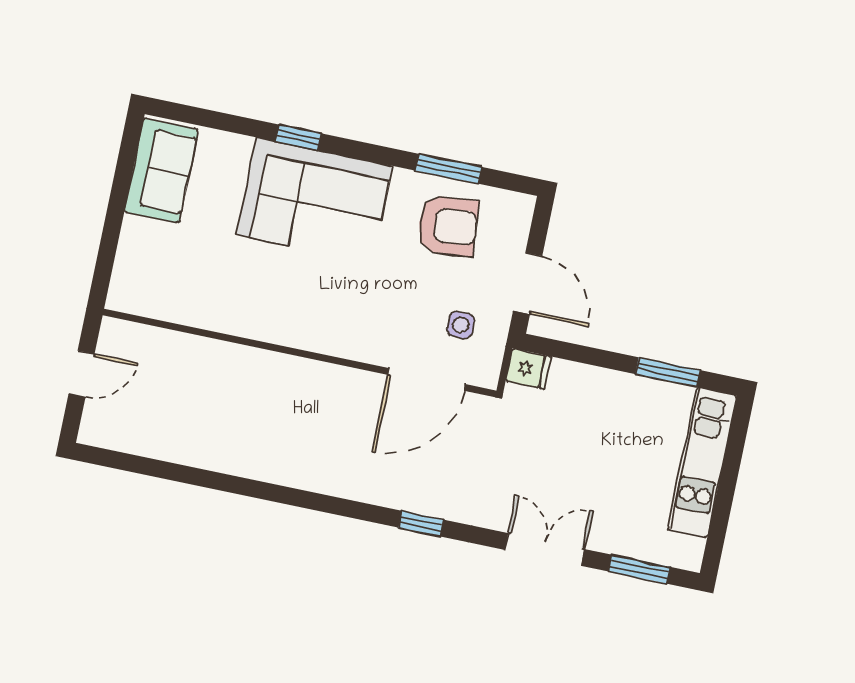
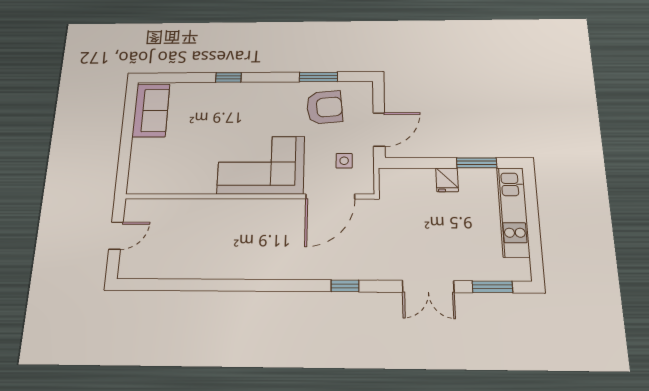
corner sofa: (314, 200) -> (261, 165), moved, turned 180
door: (528, 284) -> (379, 130), hinge flipped
fridge: (528, 369) -> (447, 180), moved, turned 90
double door: (545, 549) -> (428, 286), swing flipped

